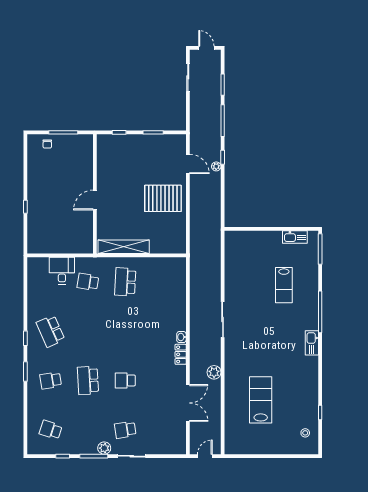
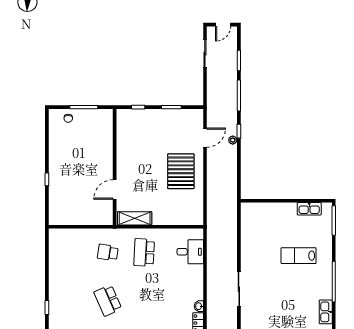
door: (206, 48) -> (223, 25), swing flipped
door: (188, 164) -> (205, 138), hinge flipped
pallet: (163, 198) -> (181, 171), turned 90
door: (95, 200) -> (115, 189), moved
shelving: (124, 247) -> (135, 218), width x0.68
desk: (62, 271) -> (190, 252), moved, turned 90
lab bench: (284, 285) -> (299, 256), turned 90
school desk: (51, 331) -> (108, 300), moved

